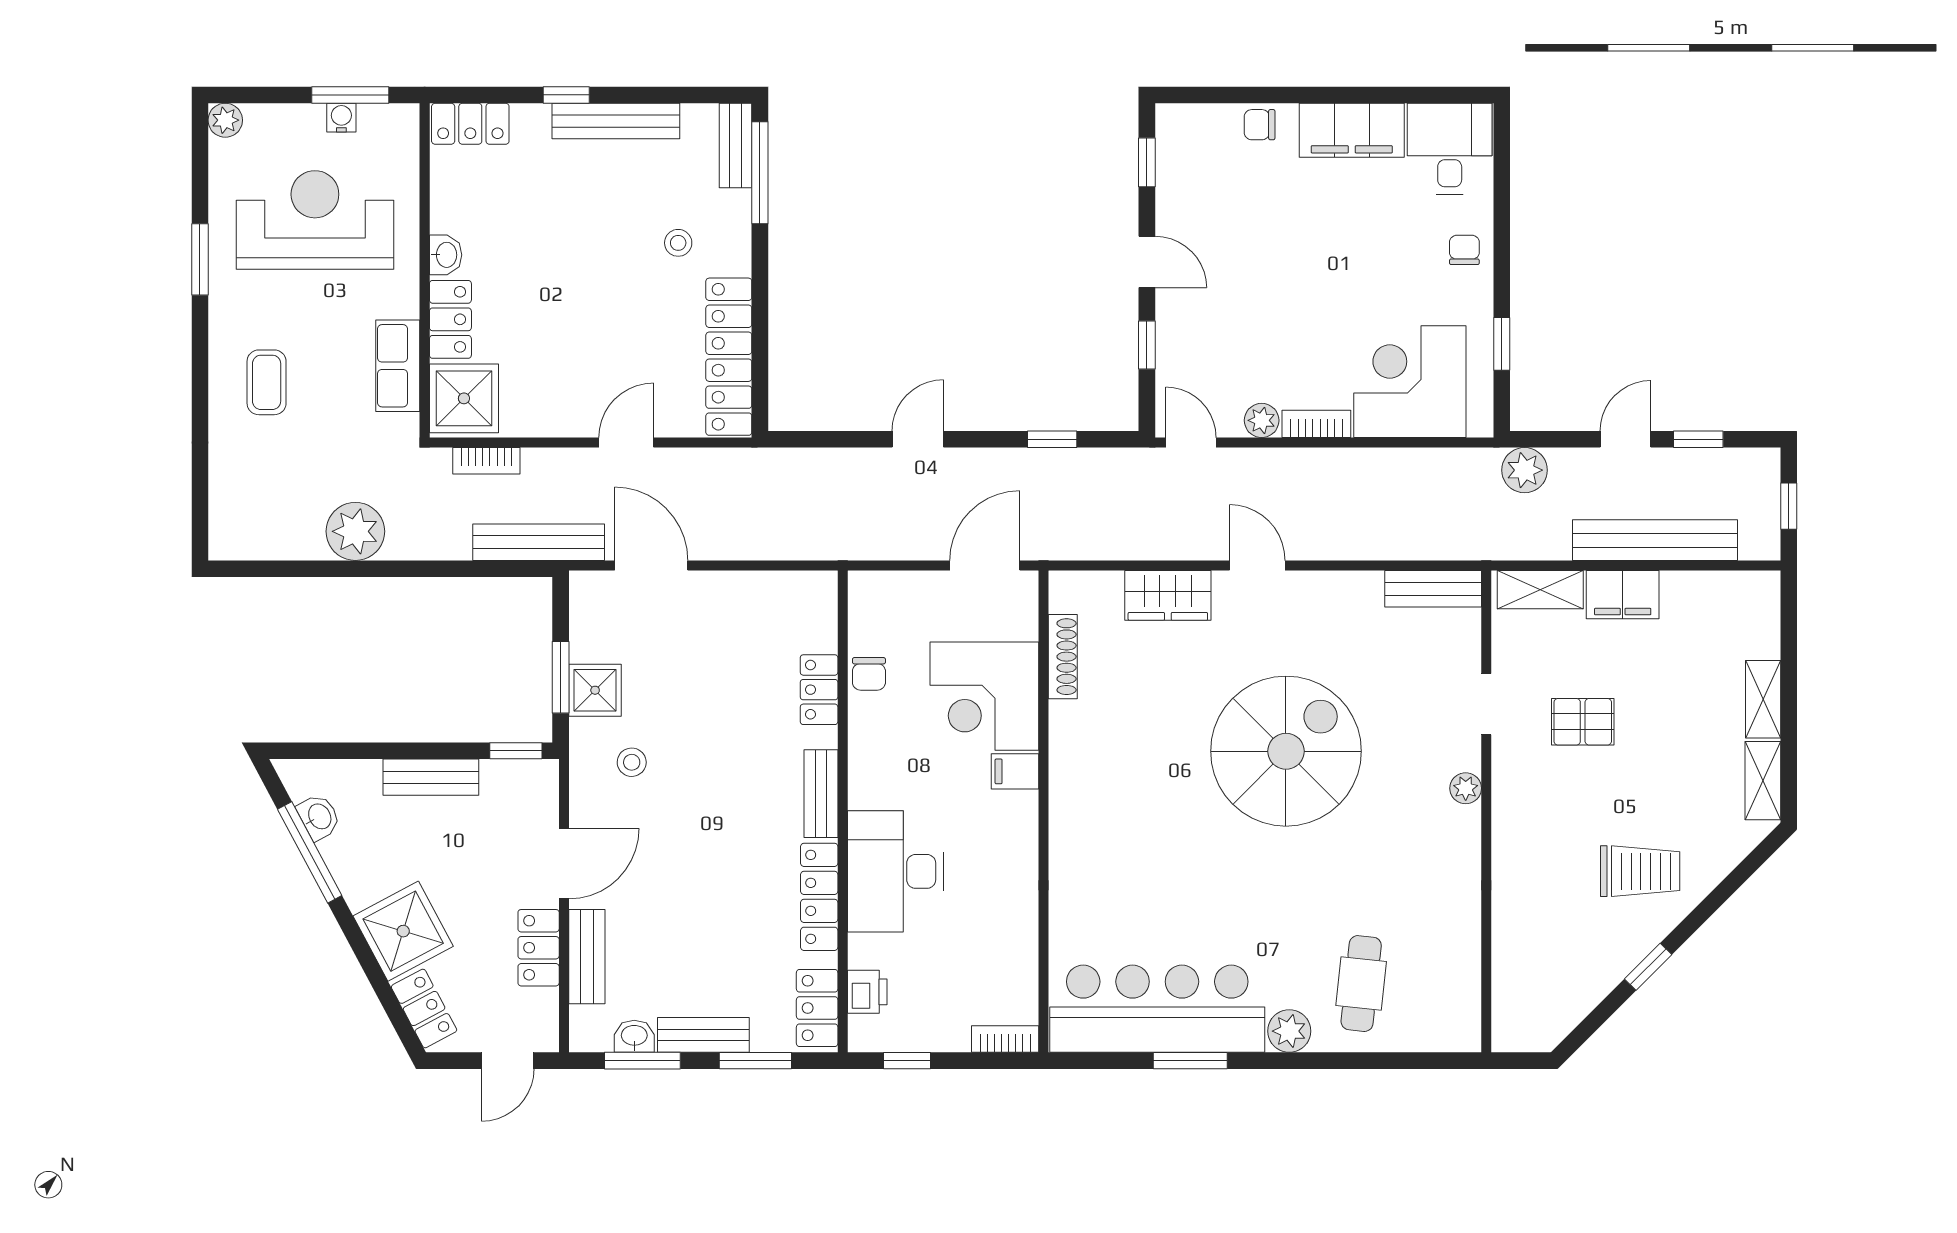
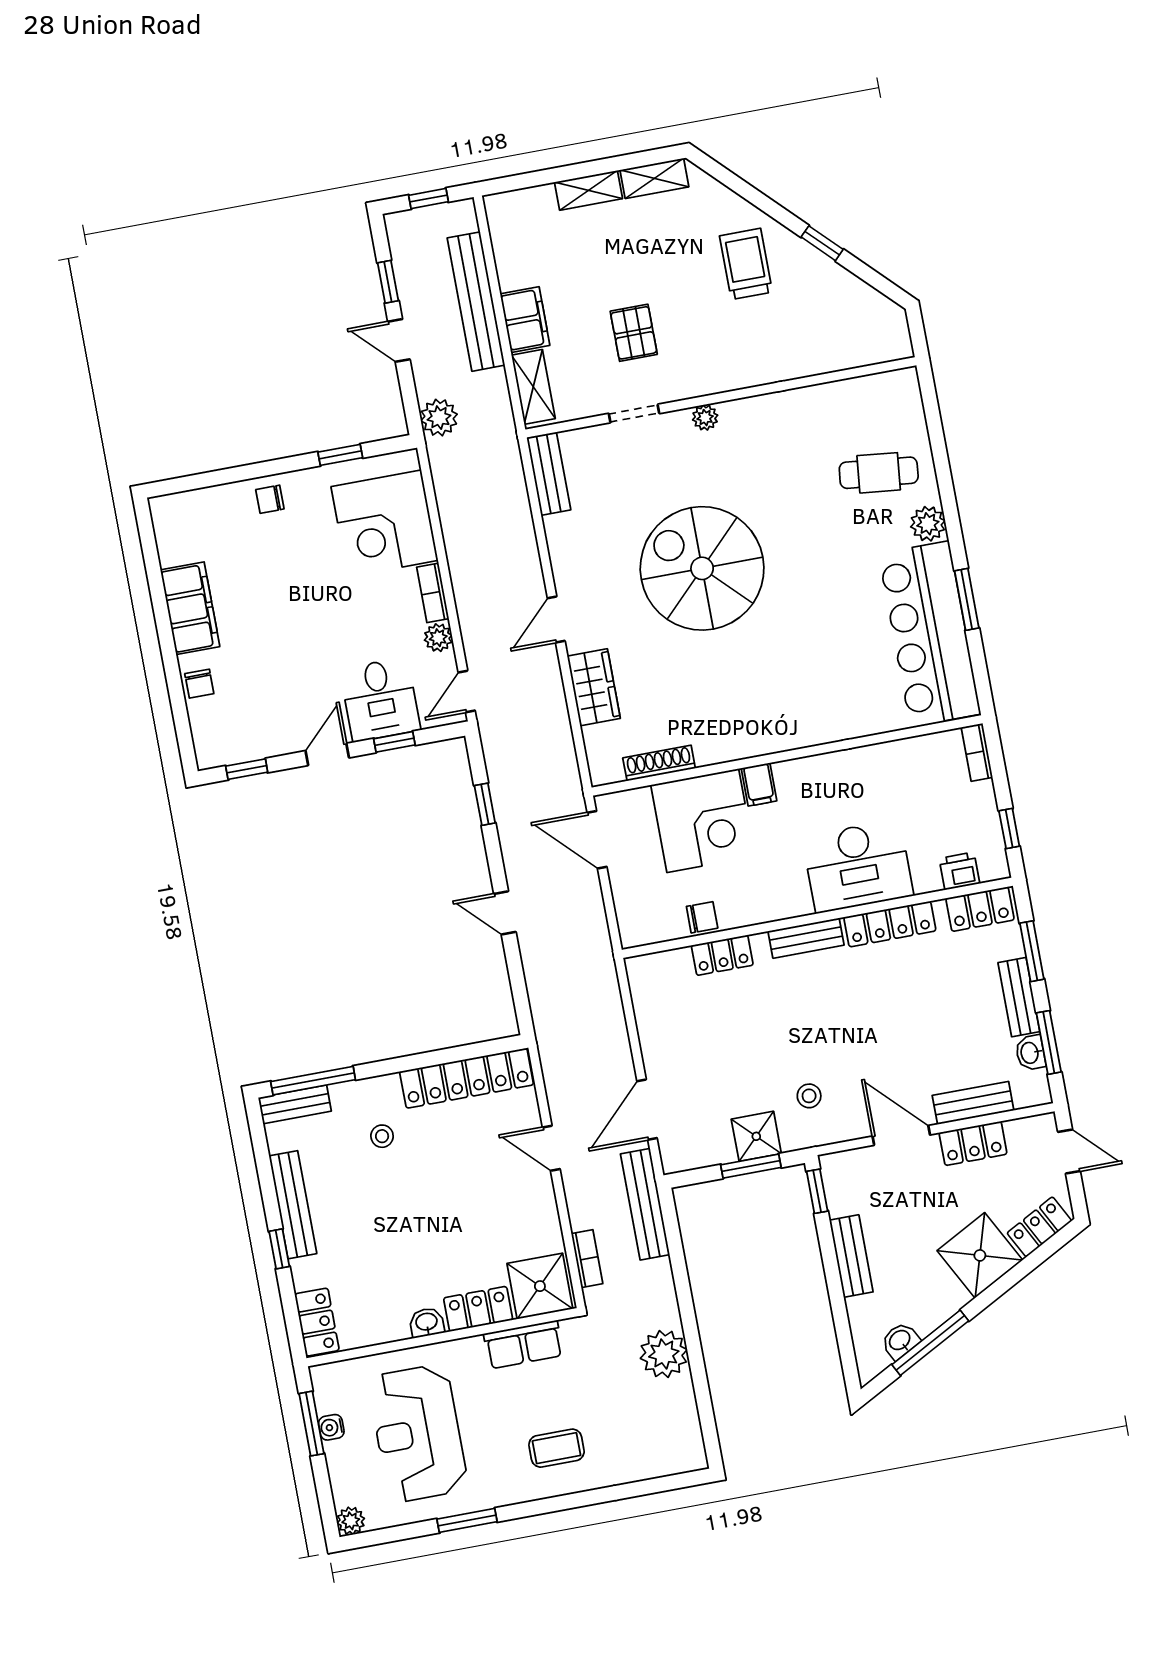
desk: (1450, 149) -> (380, 699), moved, turned -90

